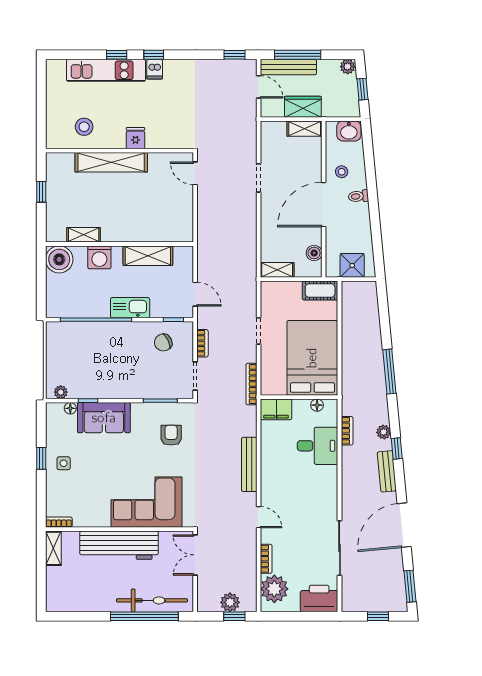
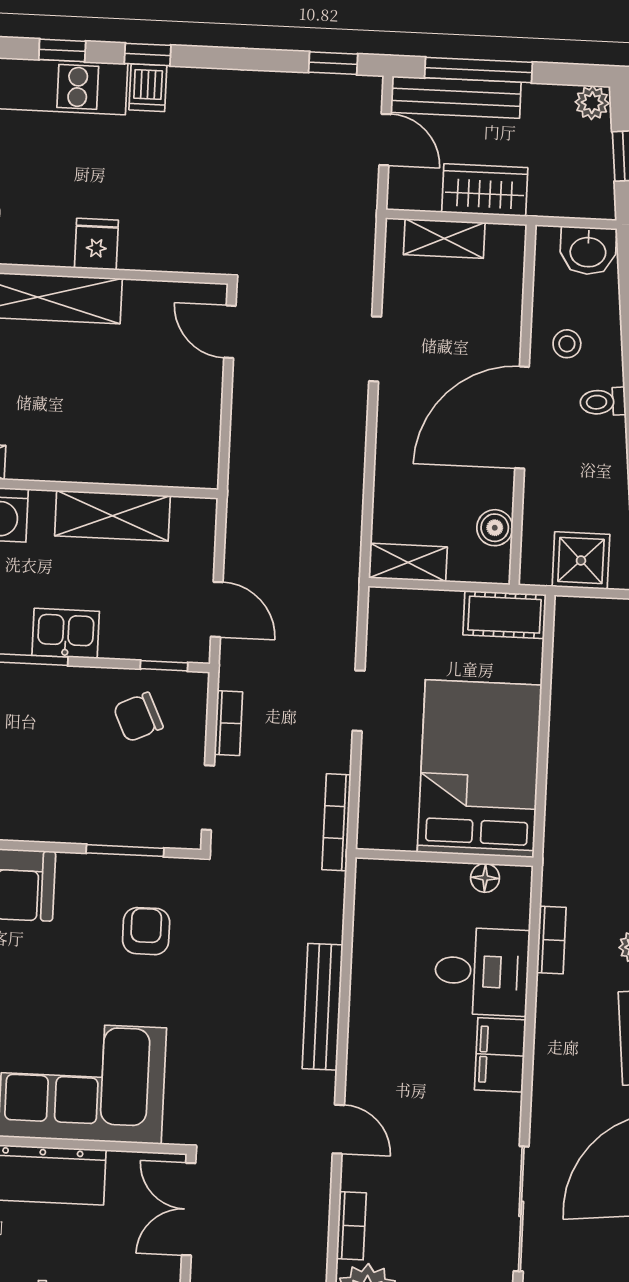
shelving: (305, 129) -> (444, 239), moved
kitchen sink: (130, 308) -> (66, 633), width x0.73
filing cabinet: (276, 409) -> (500, 1055), moved, turned 90

